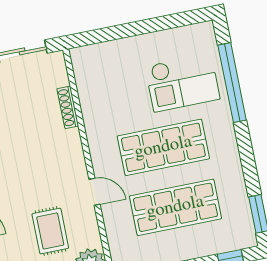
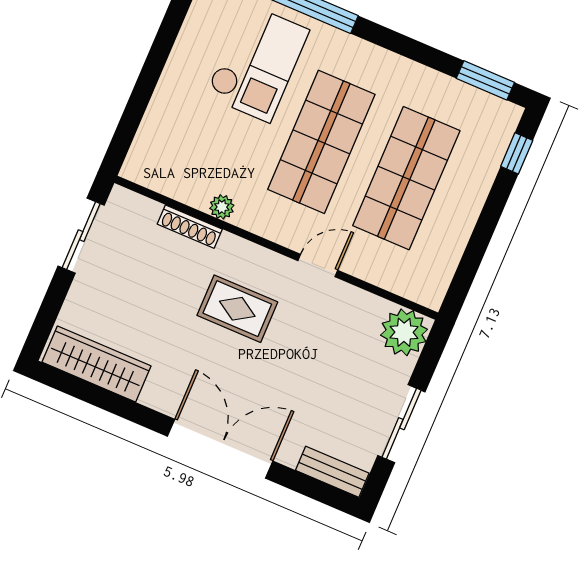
plant: (91, 117) -> (222, 207), added
rug: (50, 231) -> (237, 309), moved

